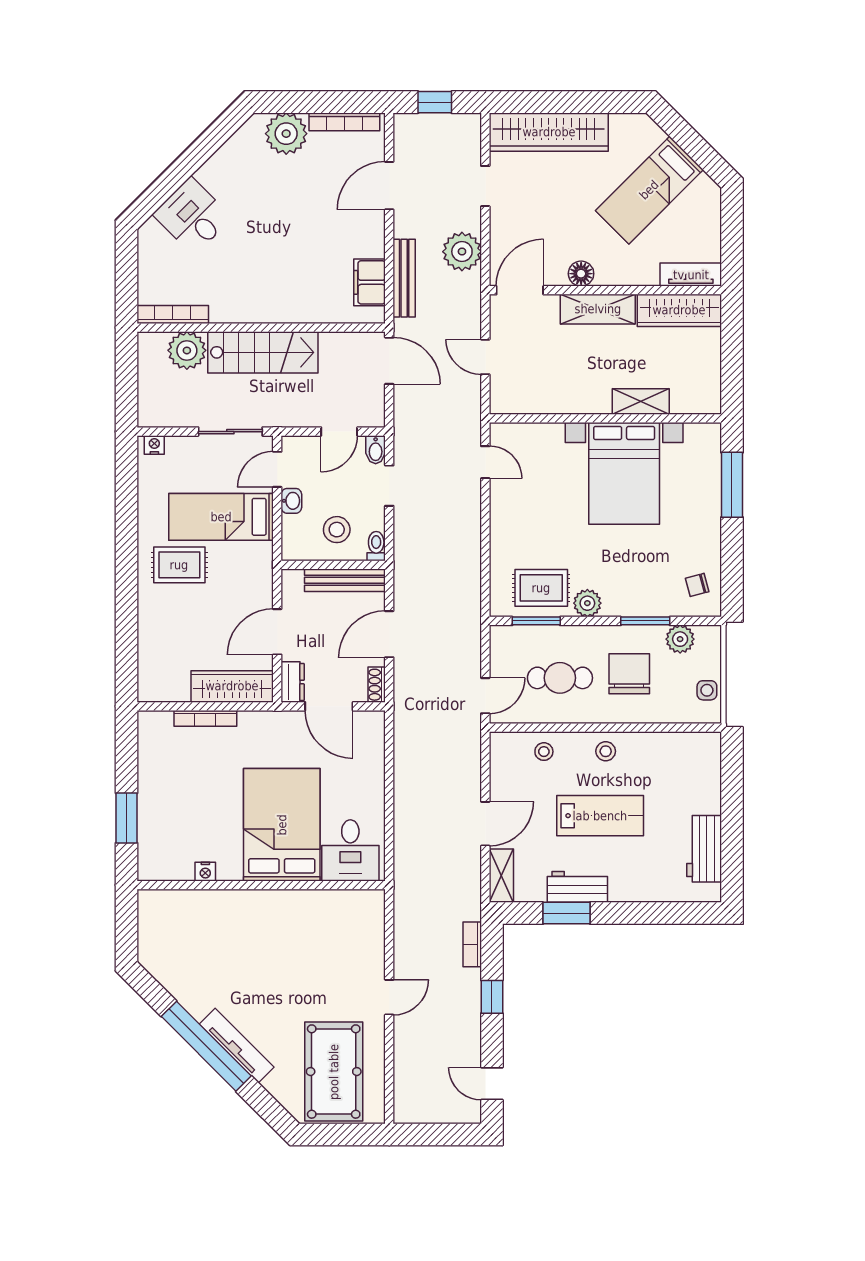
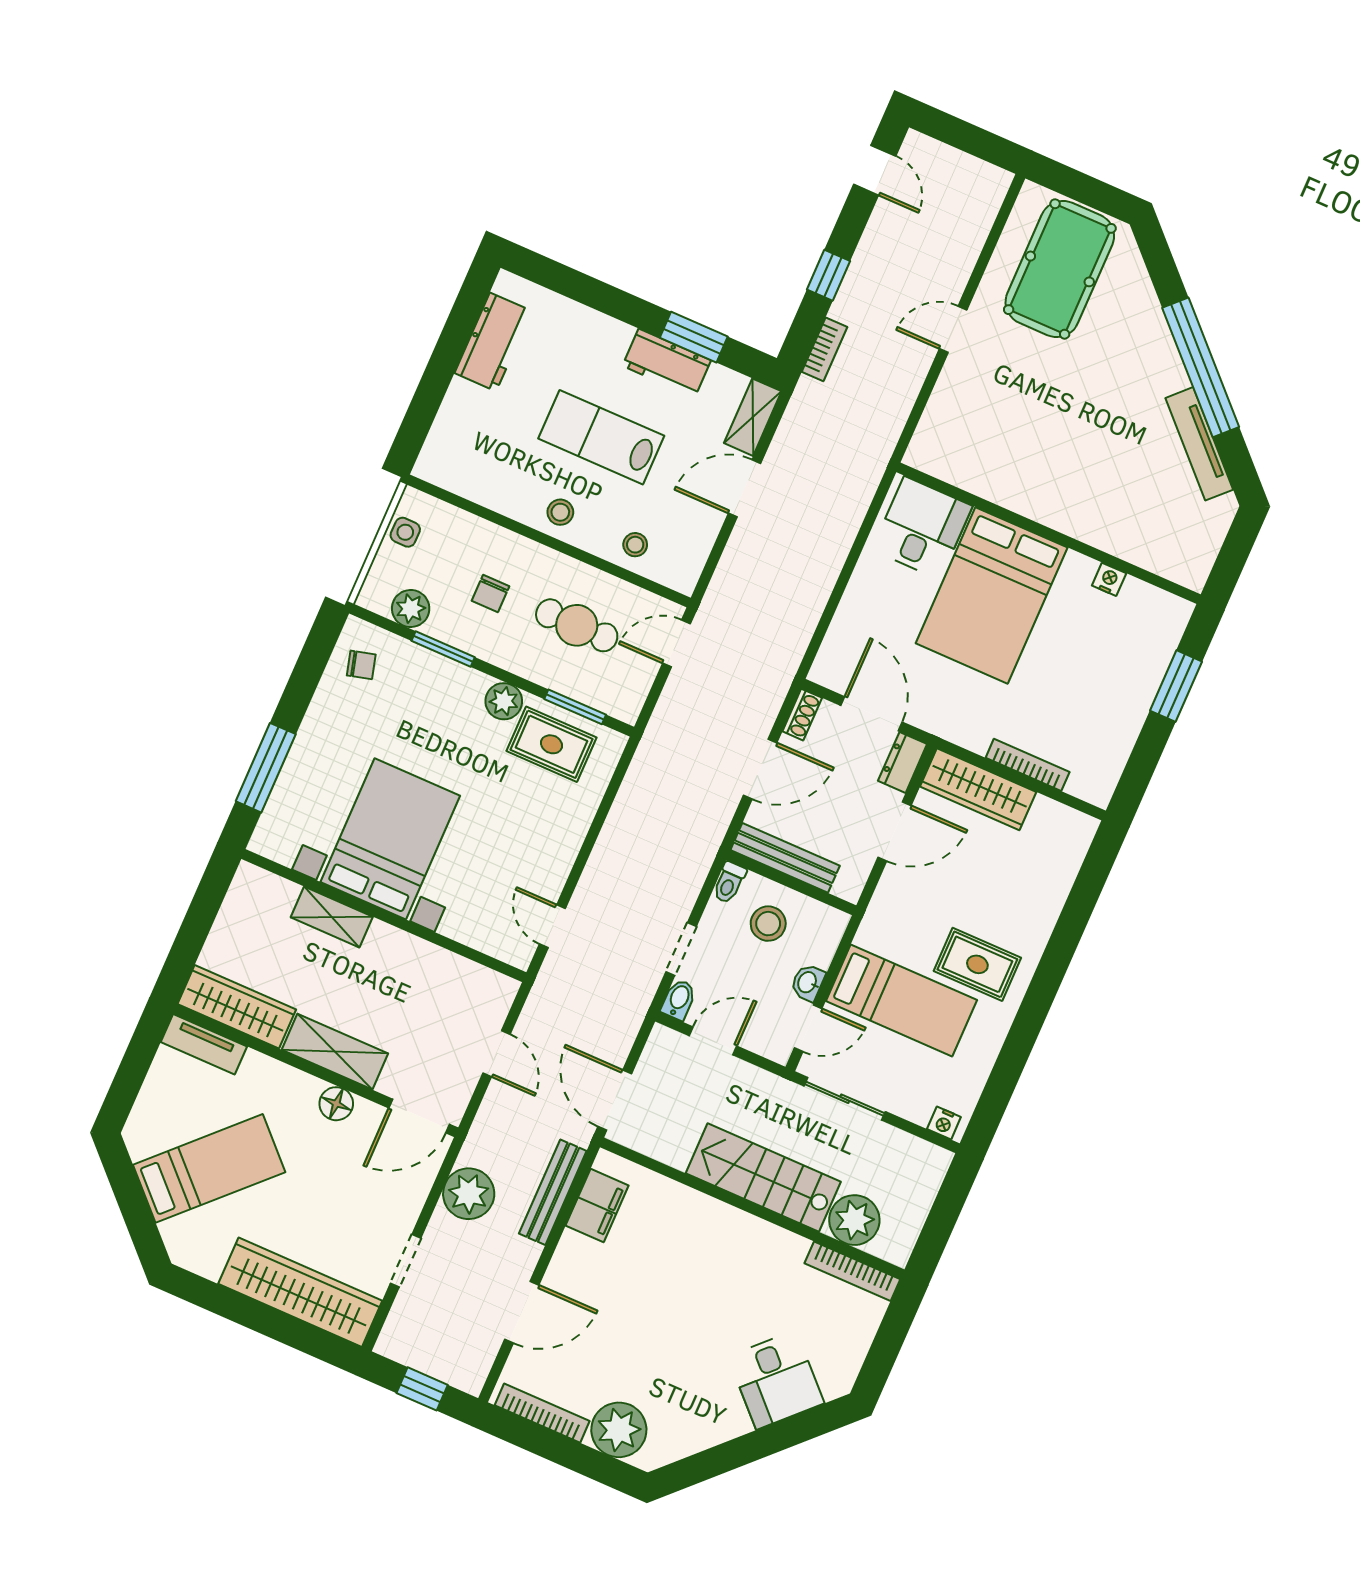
chair: (629, 674) -> (491, 594), width x0.54, depth x0.54
tv unit: (237, 1046) -> (1199, 444), moved

